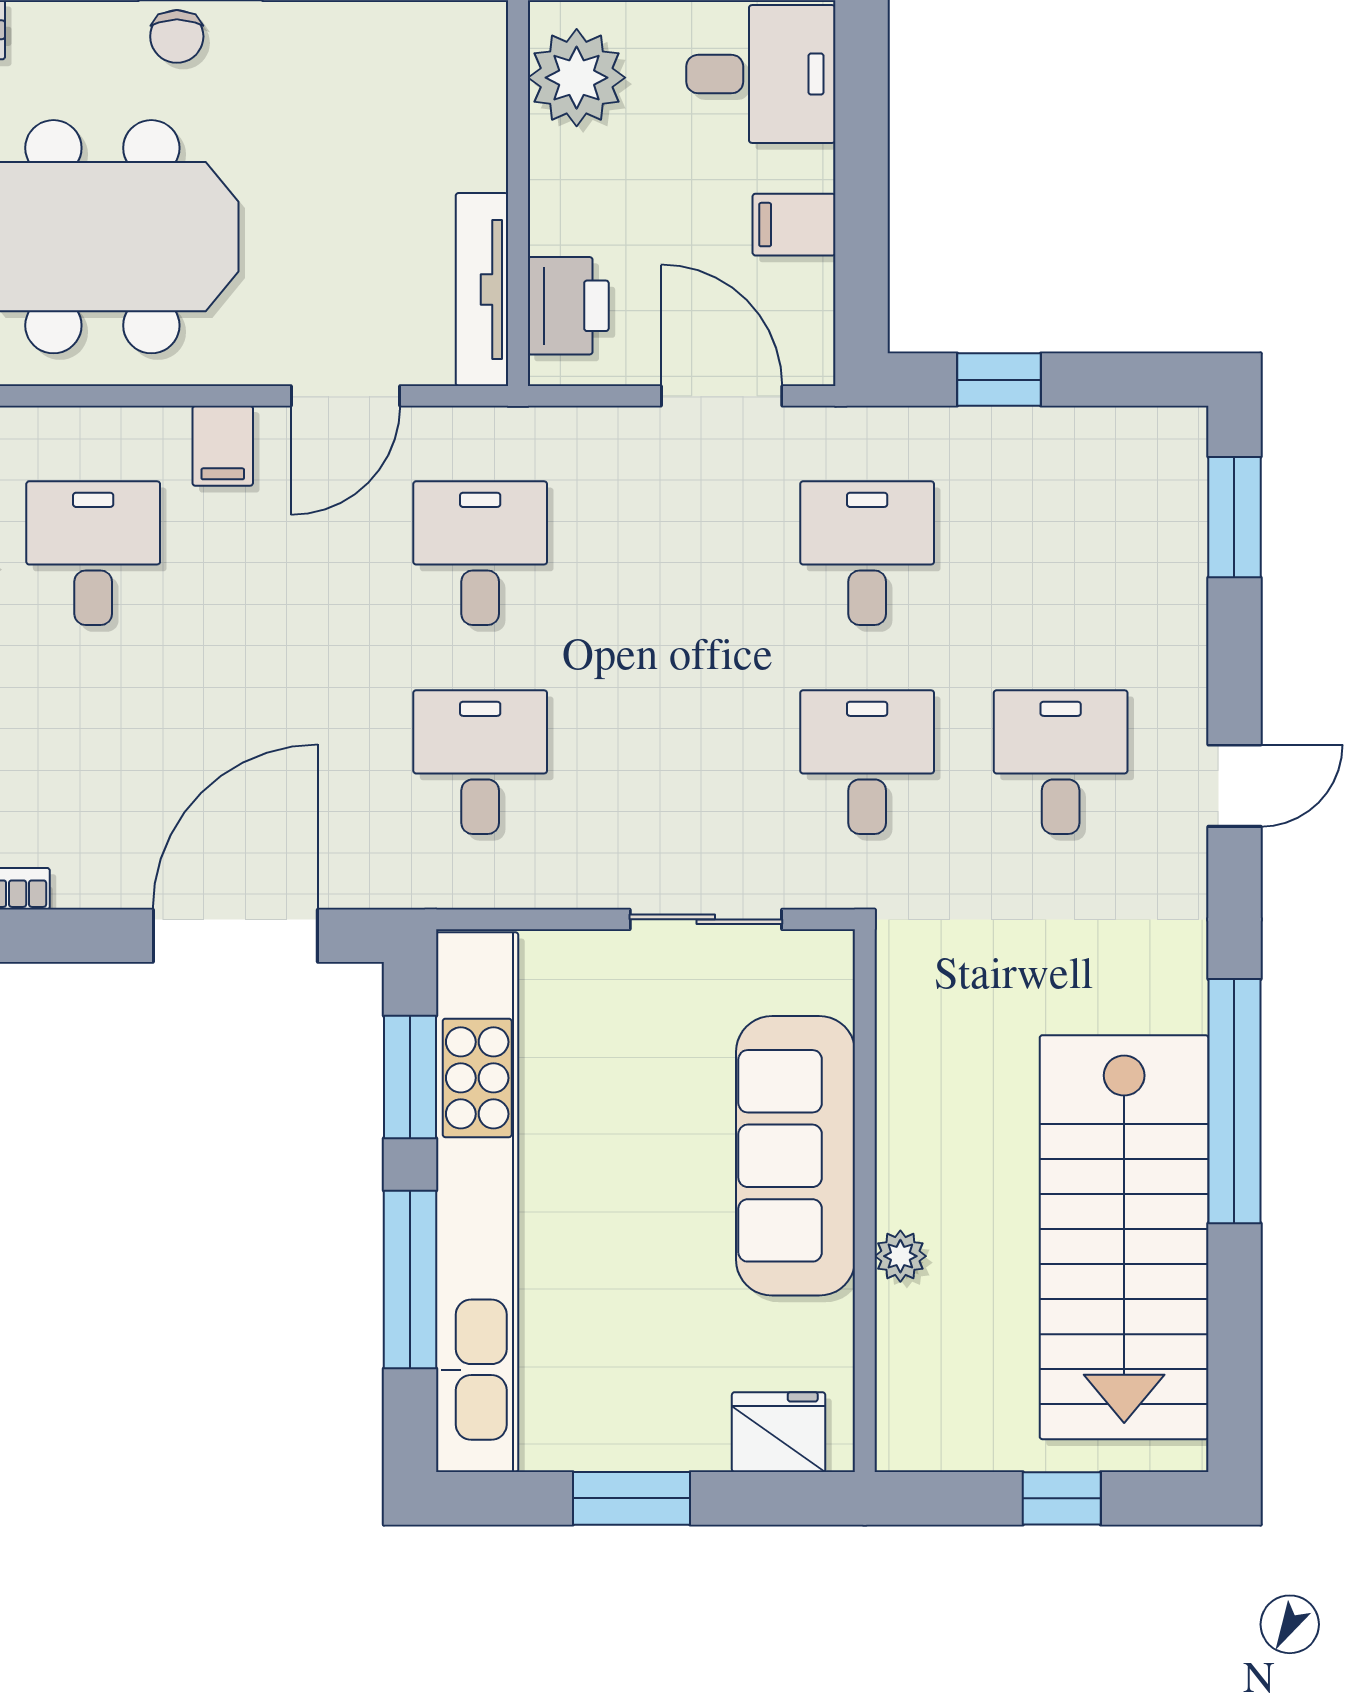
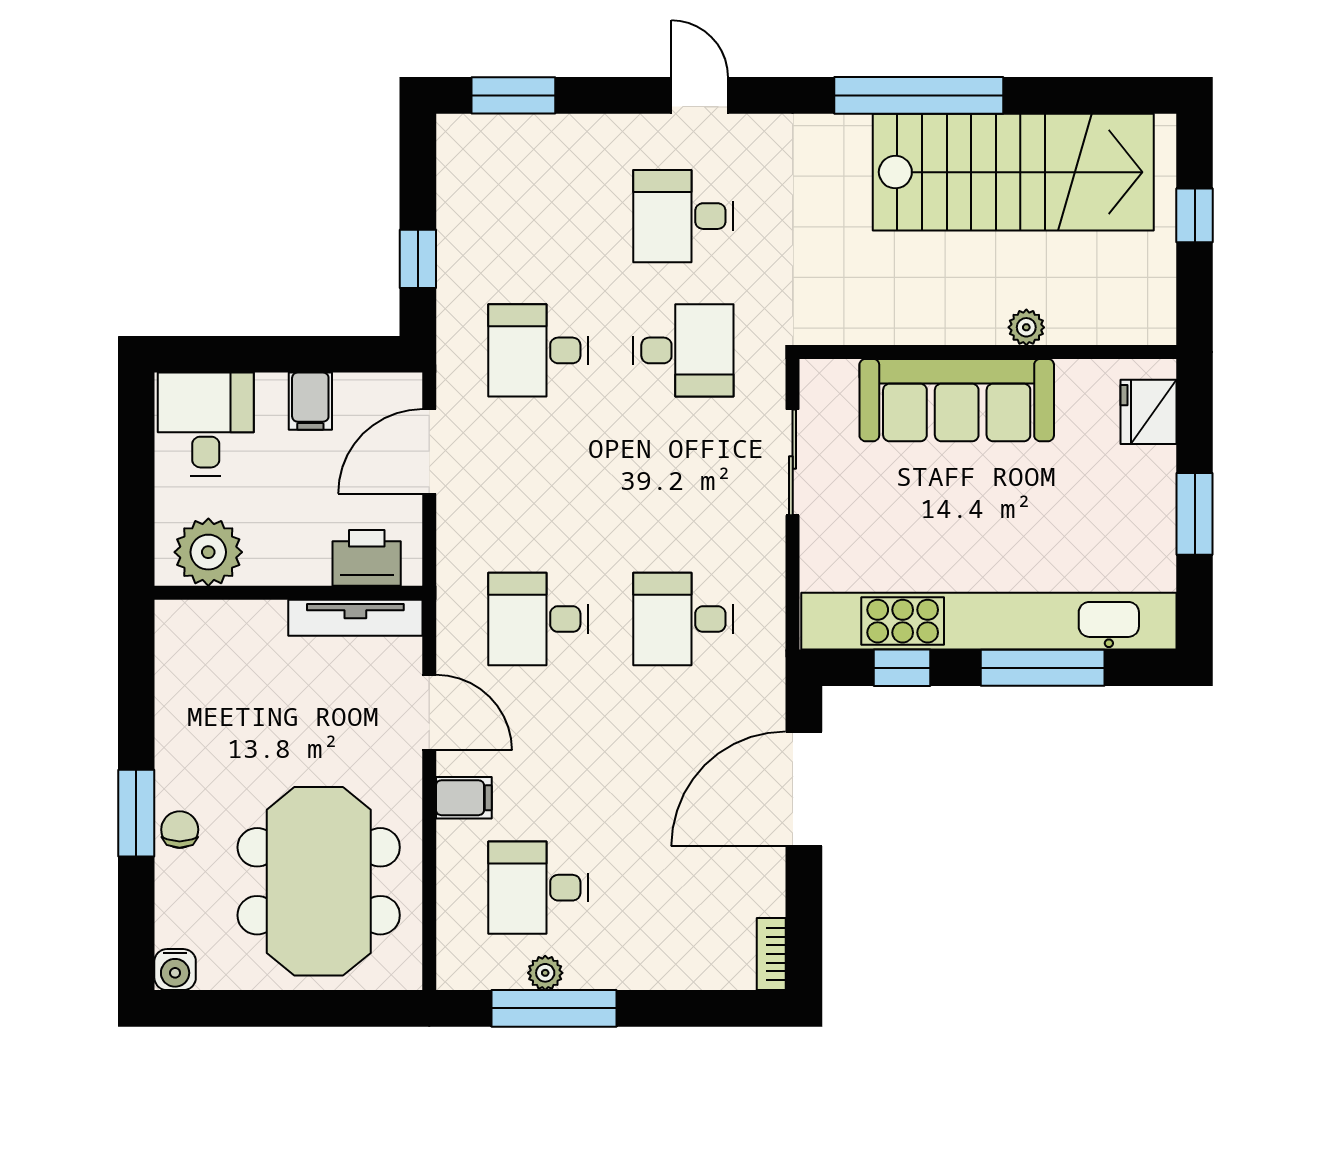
chair: (177, 36) -> (180, 830), turned -90
desk: (867, 762) -> (683, 350), turned 180
door: (235, 936) -> (804, 789), hinge flipped
window: (410, 1077) -> (902, 668), width x0.67

